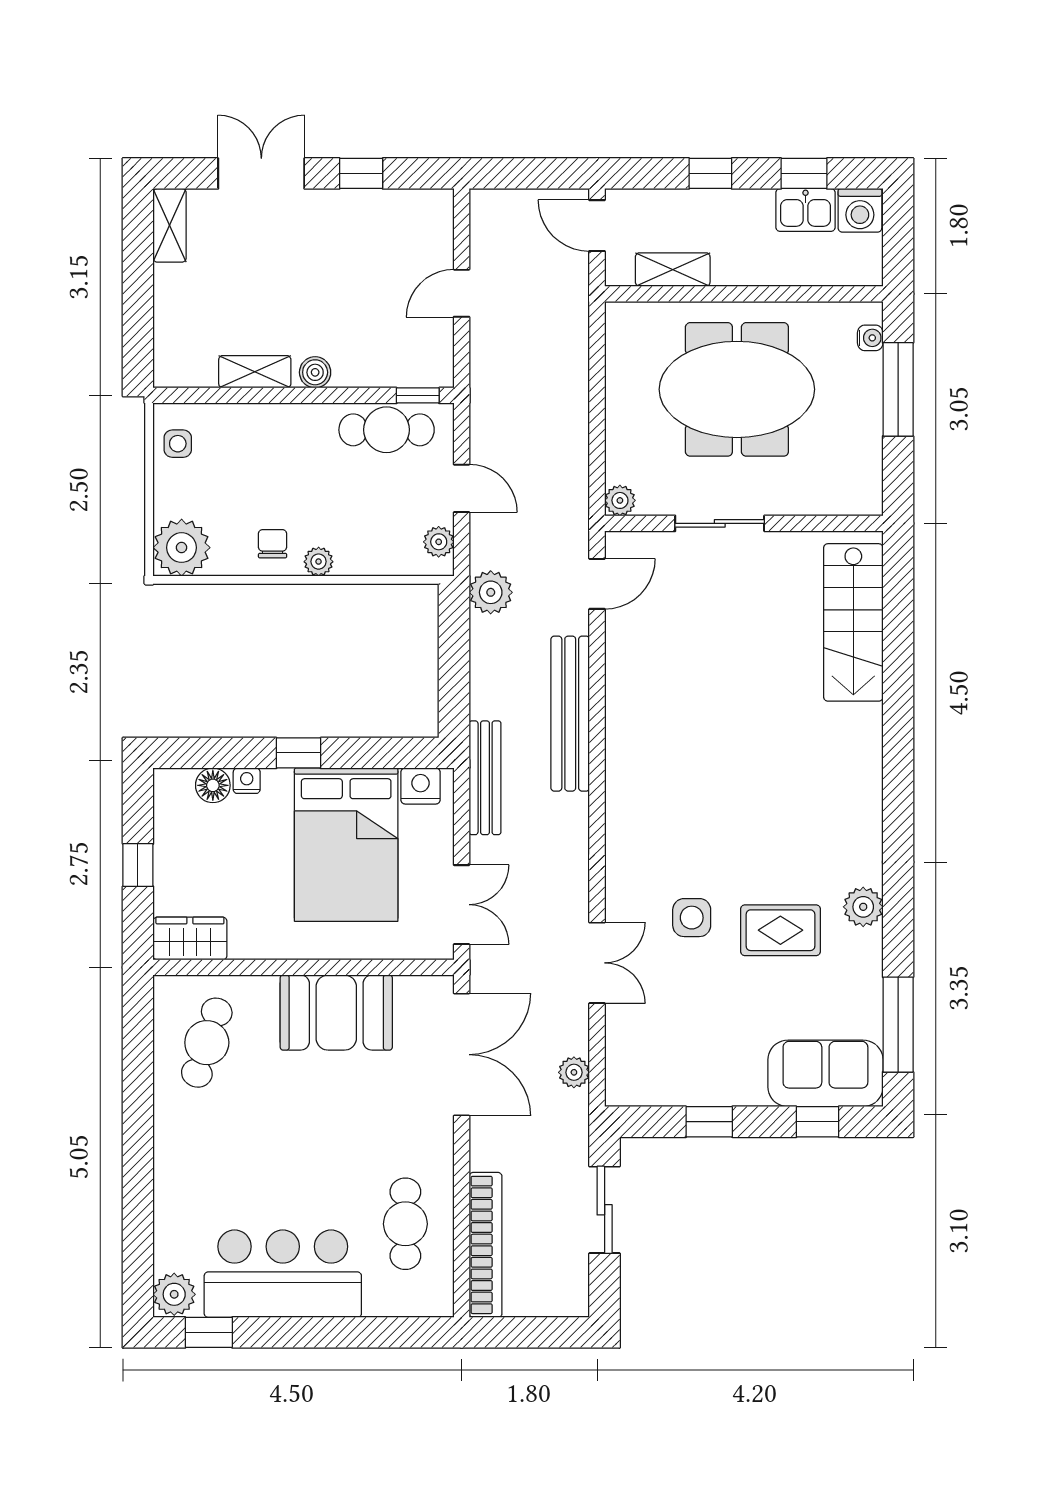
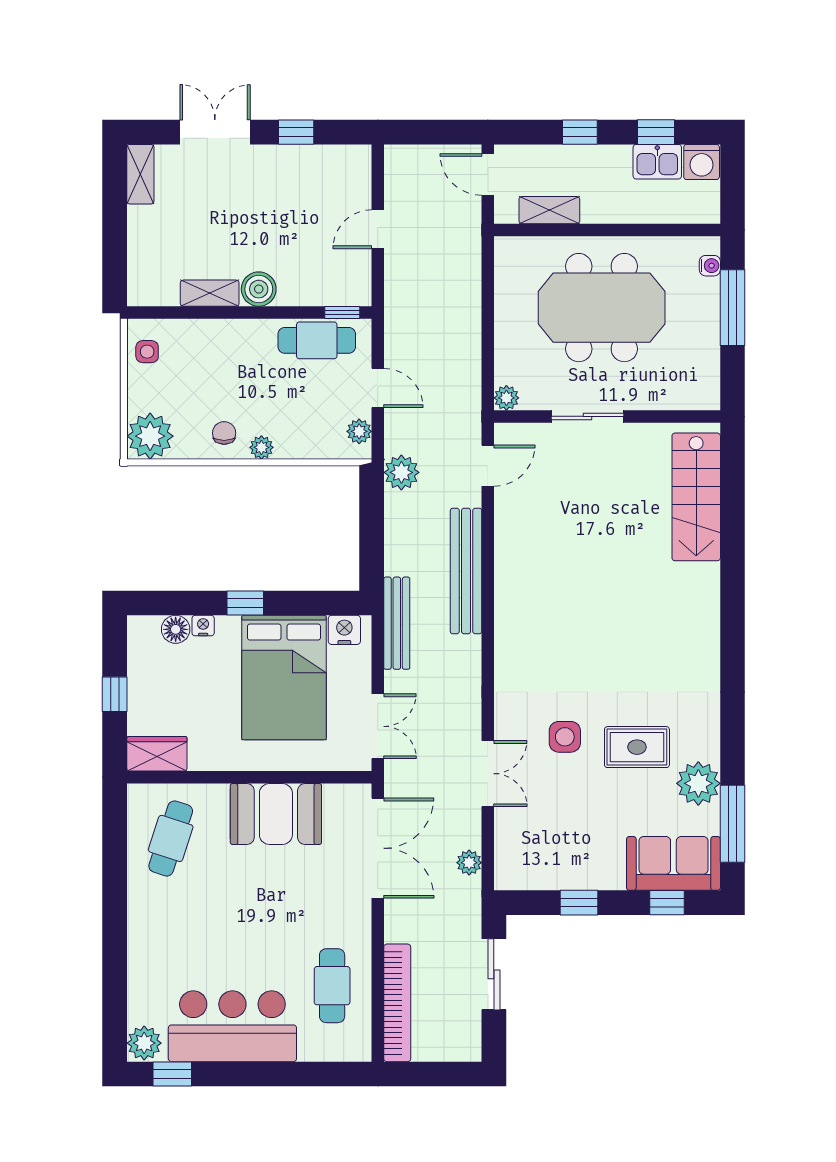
boiler: (315, 372) -> (259, 289), width x1.36, depth x1.36
plant: (863, 907) -> (698, 783), moved, width x1.36, depth x1.36

